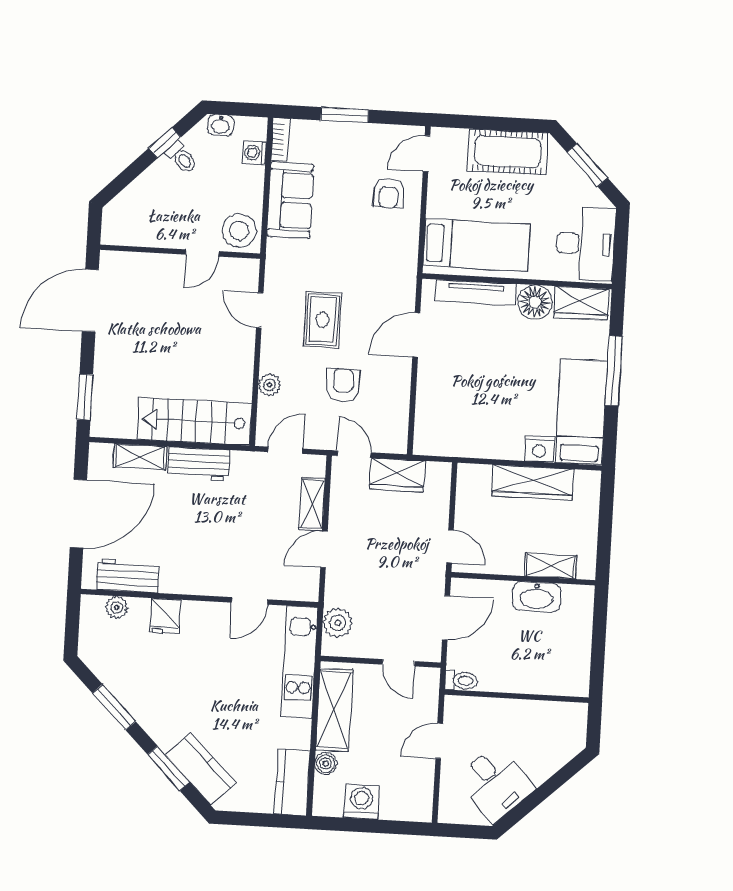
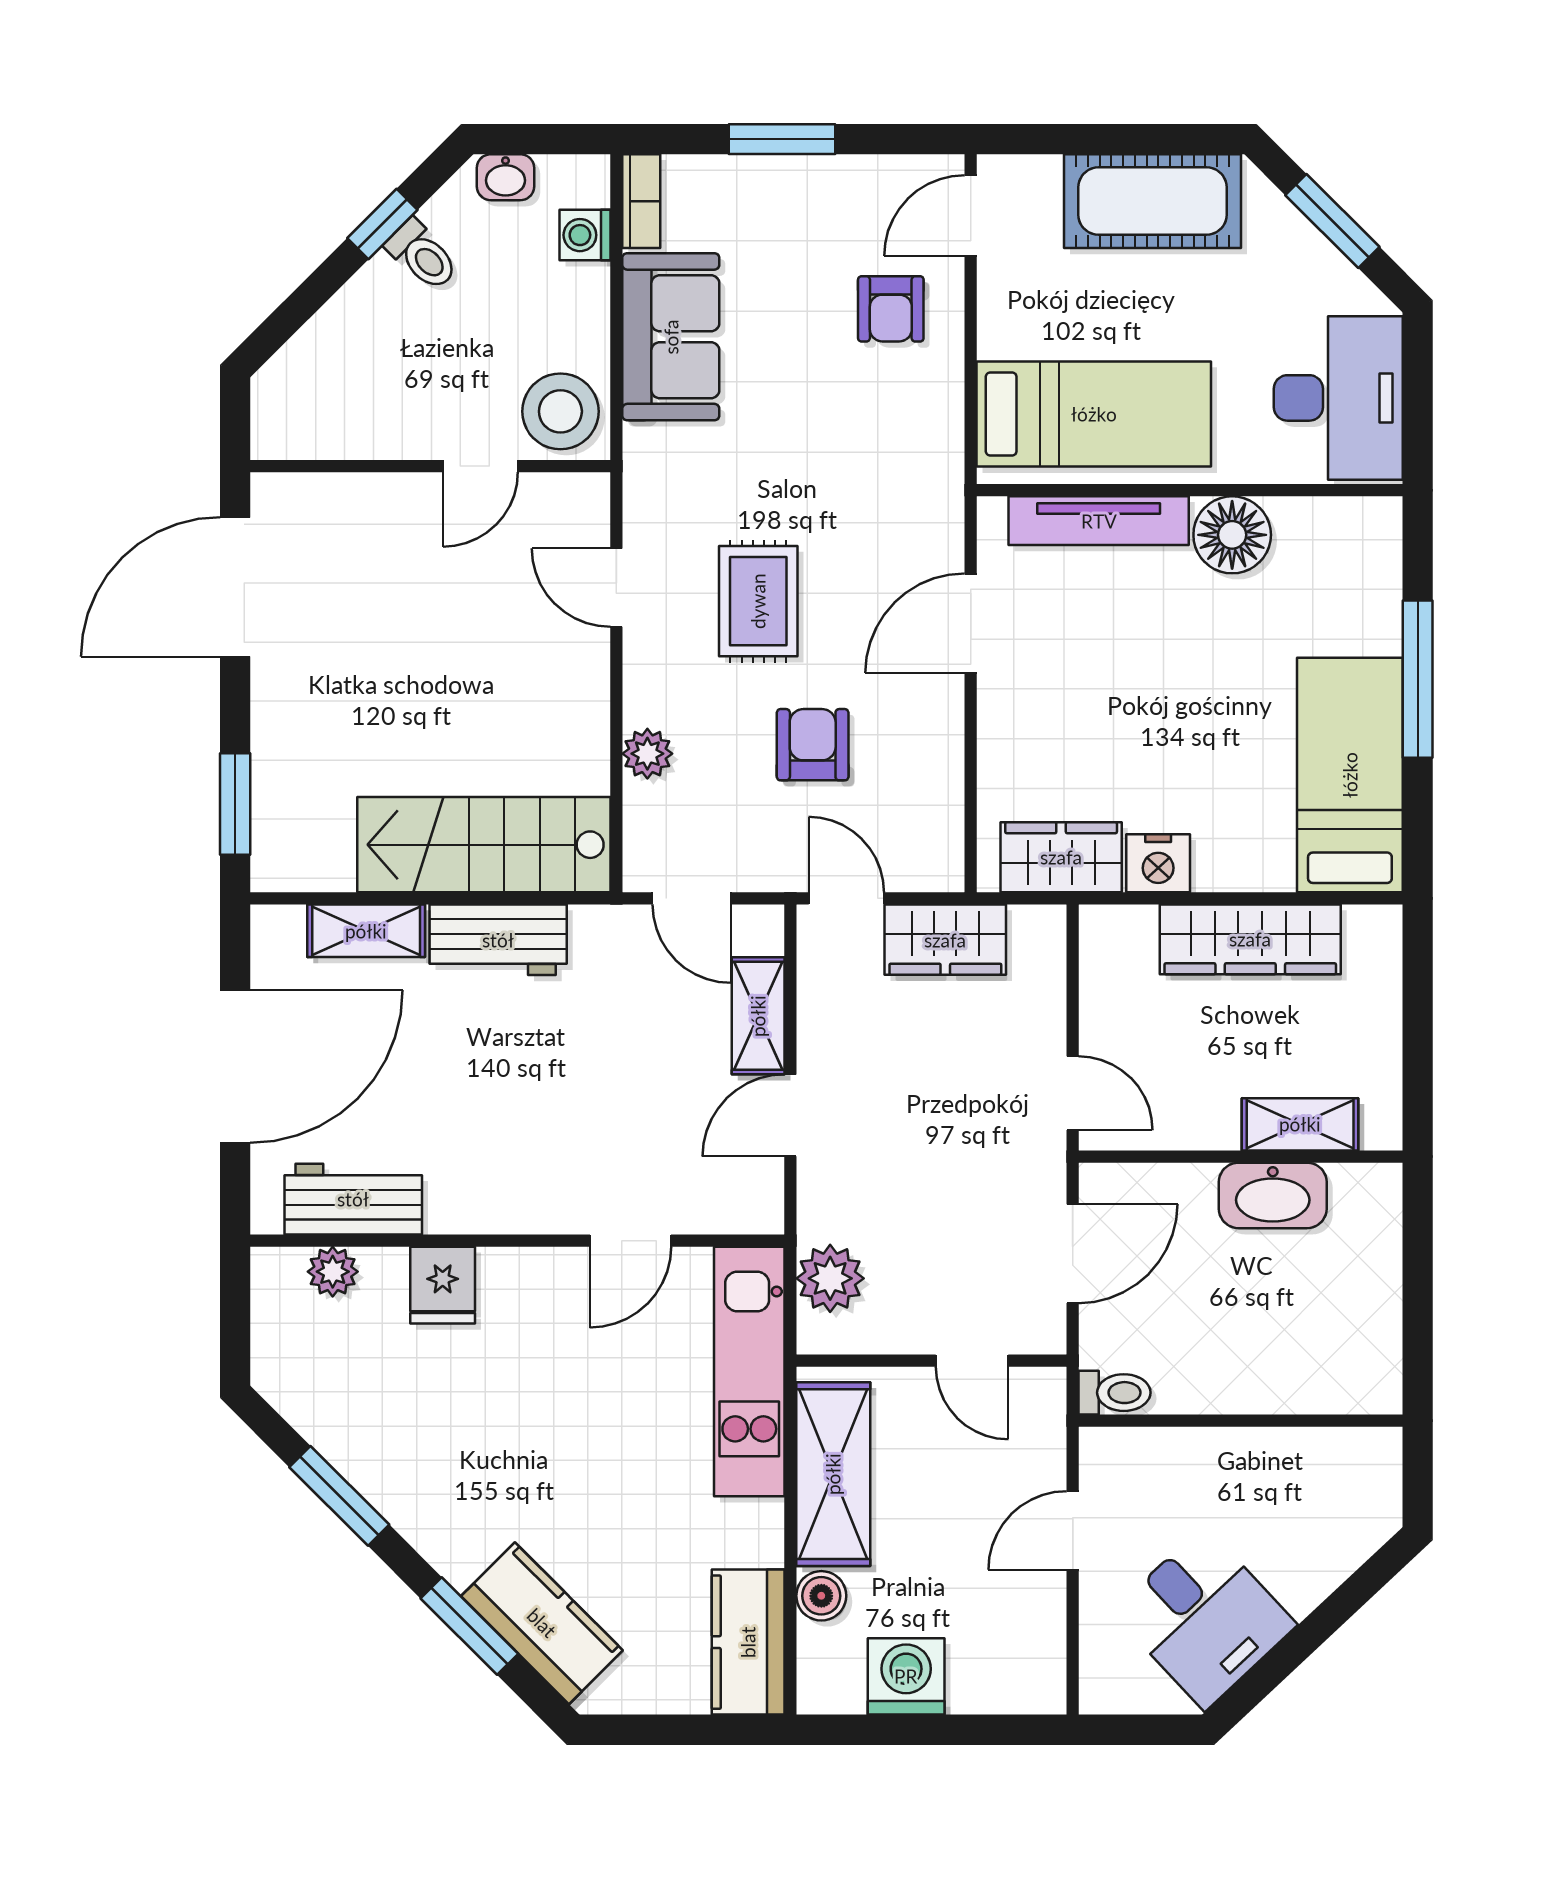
wardrobe: (581, 303) -> (1061, 857), moved, turned 180
nightstand: (539, 449) -> (1158, 863), moved
door: (285, 450) -> (692, 898), swing flipped

